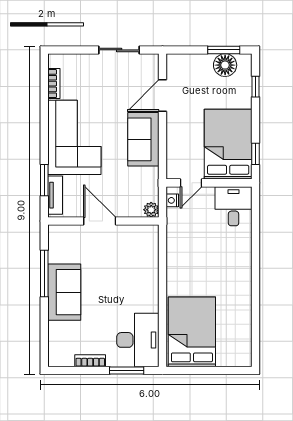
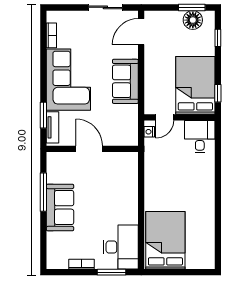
door: (163, 95) -> (141, 32), moved
plant: (151, 210) -> (132, 139), removed

